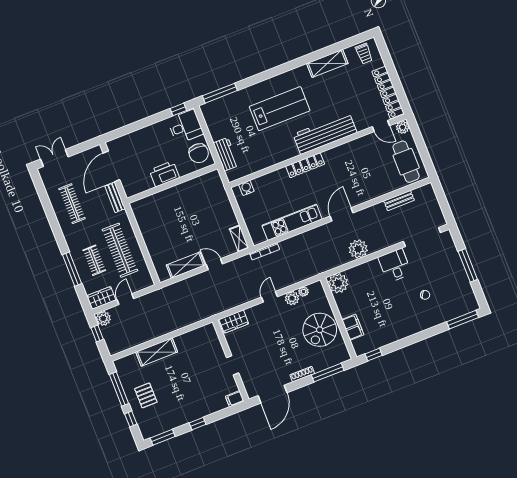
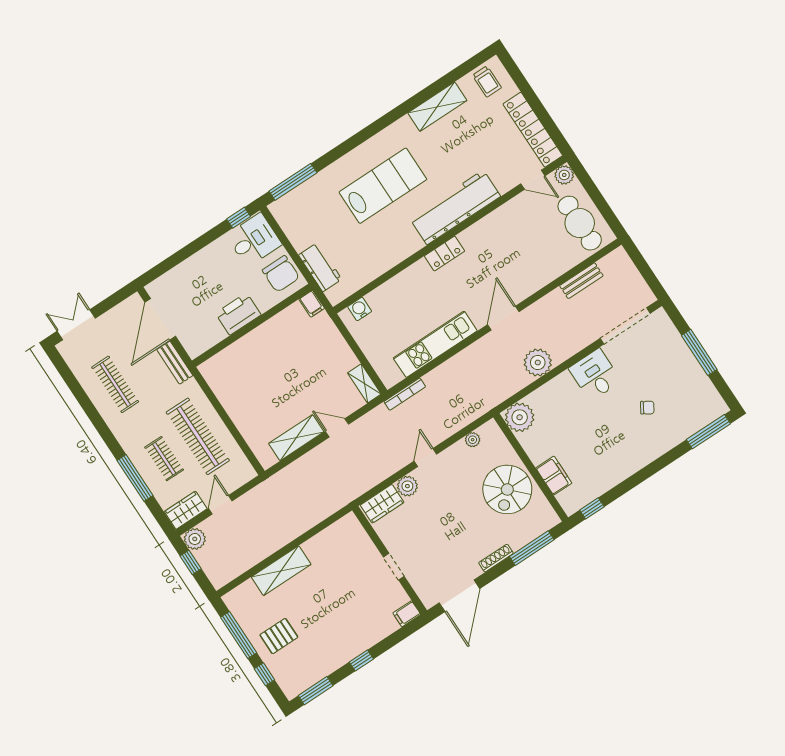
locker: (305, 165) -> (445, 254), width x0.66
filing cabinet: (215, 178) -> (312, 304), added
plant: (292, 298) -> (407, 486), moved
pallet: (146, 395) -> (279, 636), turned 90

